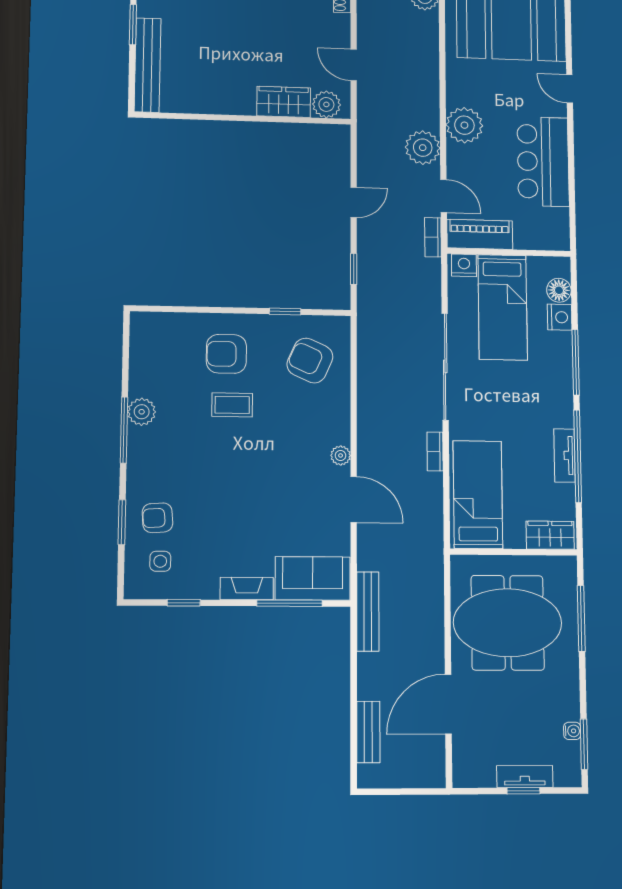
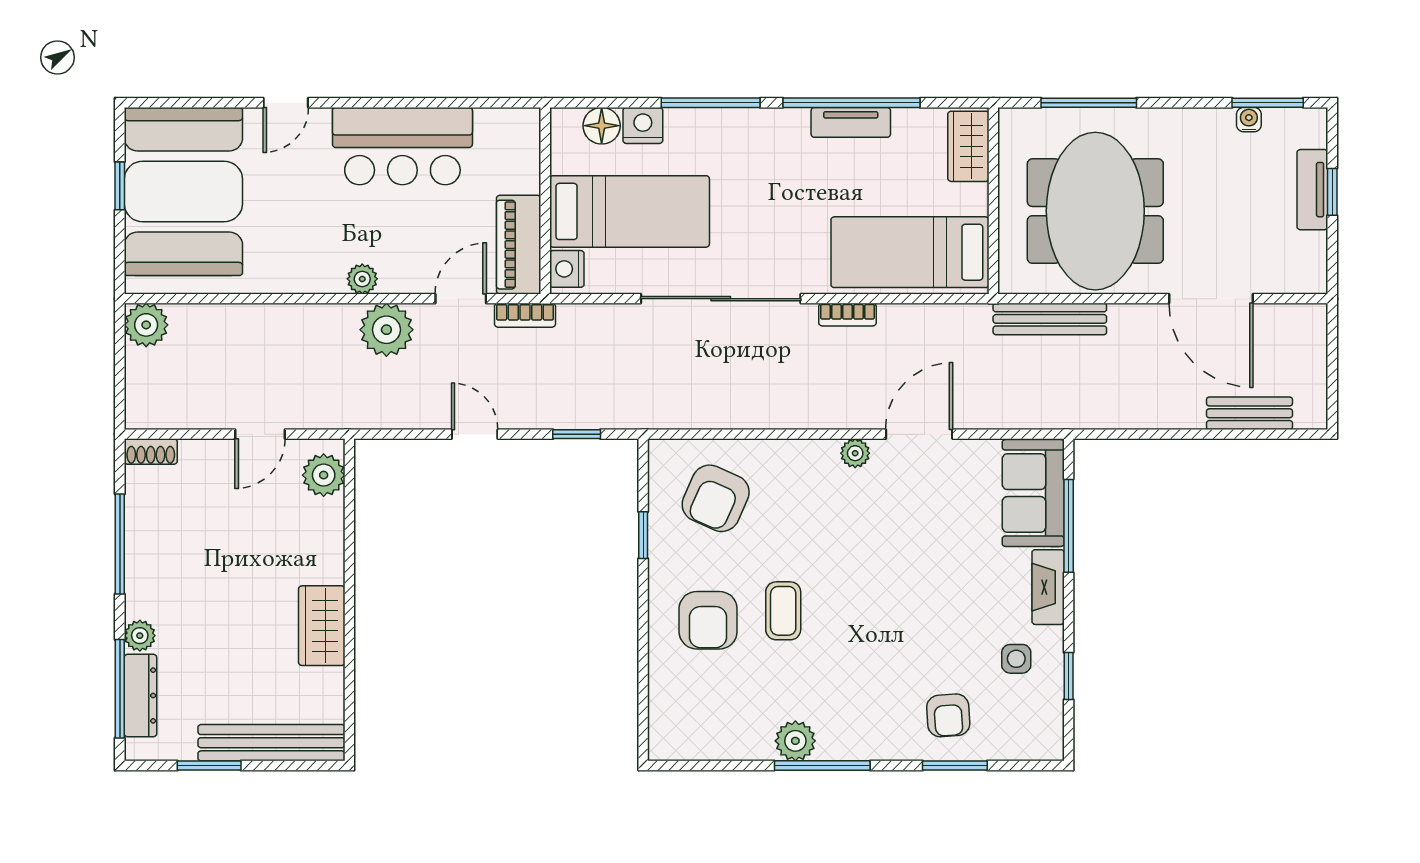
wardrobe: (284, 102) -> (322, 626), moved
plant: (464, 125) -> (362, 279), width x0.53, depth x0.53
side table: (160, 561) -> (1016, 659), moved
bench: (368, 611) -> (1050, 319), moved

